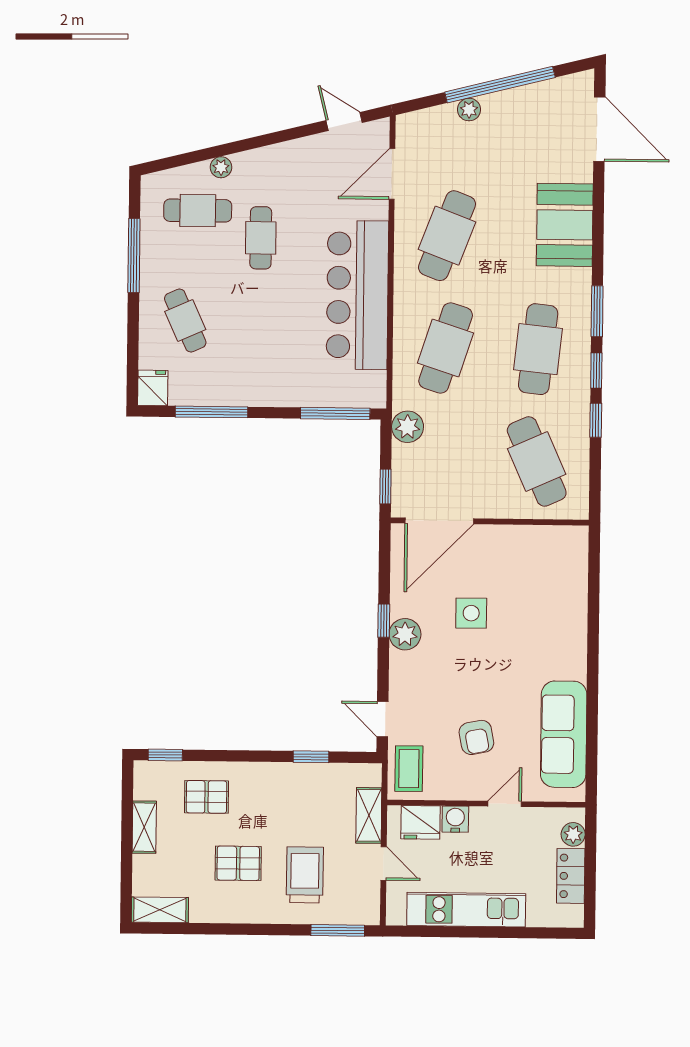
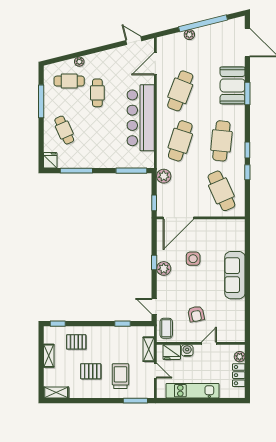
window: (597, 311) -> (247, 93), moved
sofa: (564, 734) -> (235, 275), moved

